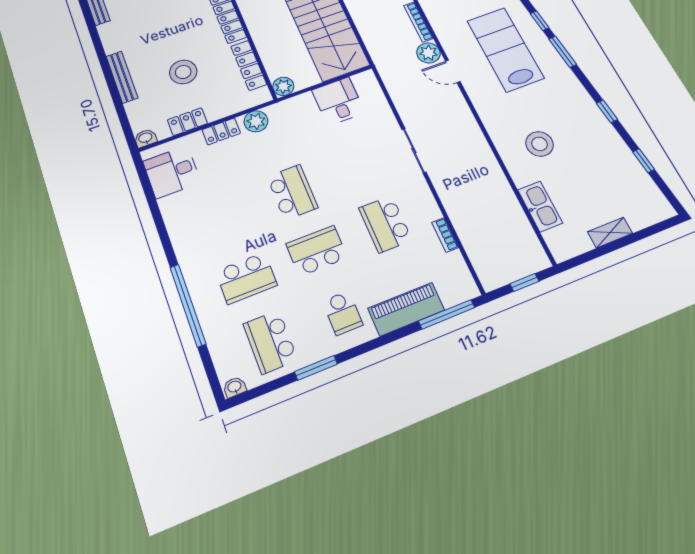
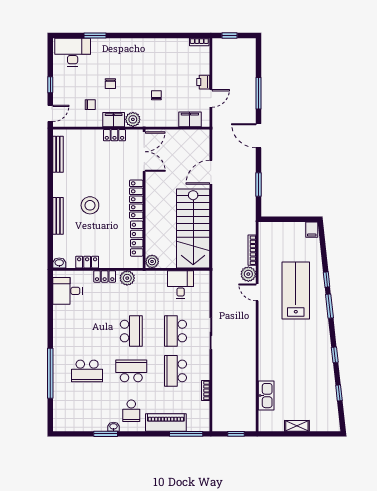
stool: (183, 72) -> (90, 205), moved
stool: (540, 144) -> (285, 359), removed
school desk: (270, 342) -> (175, 331), moved
washbasin: (235, 387) -> (114, 427), moved

